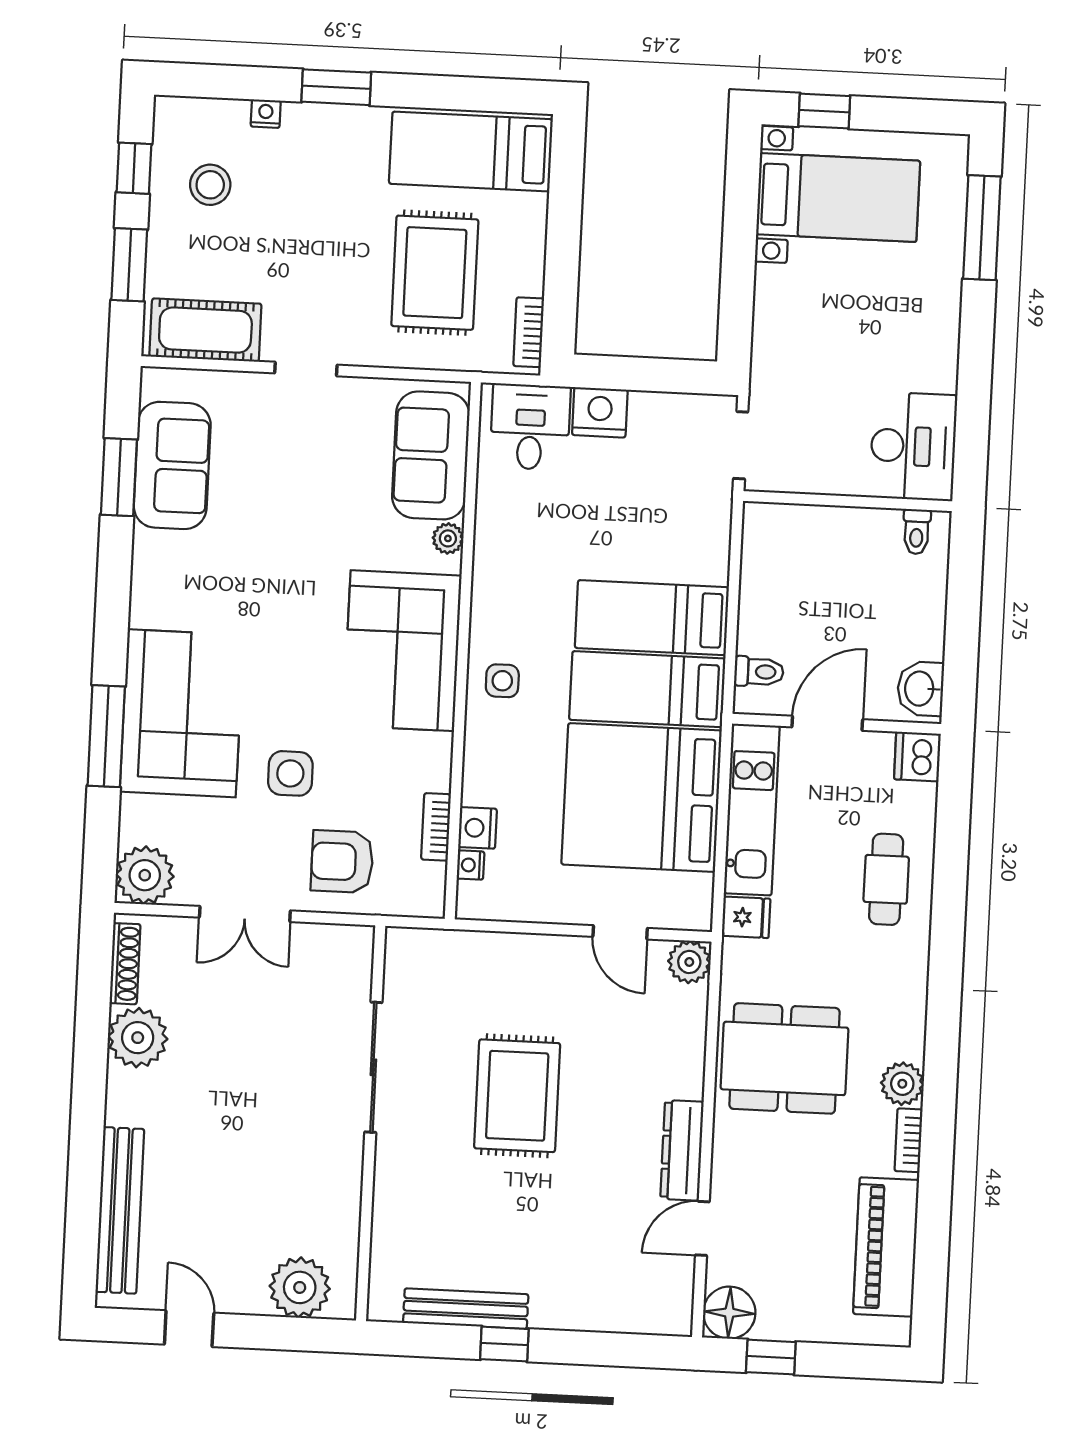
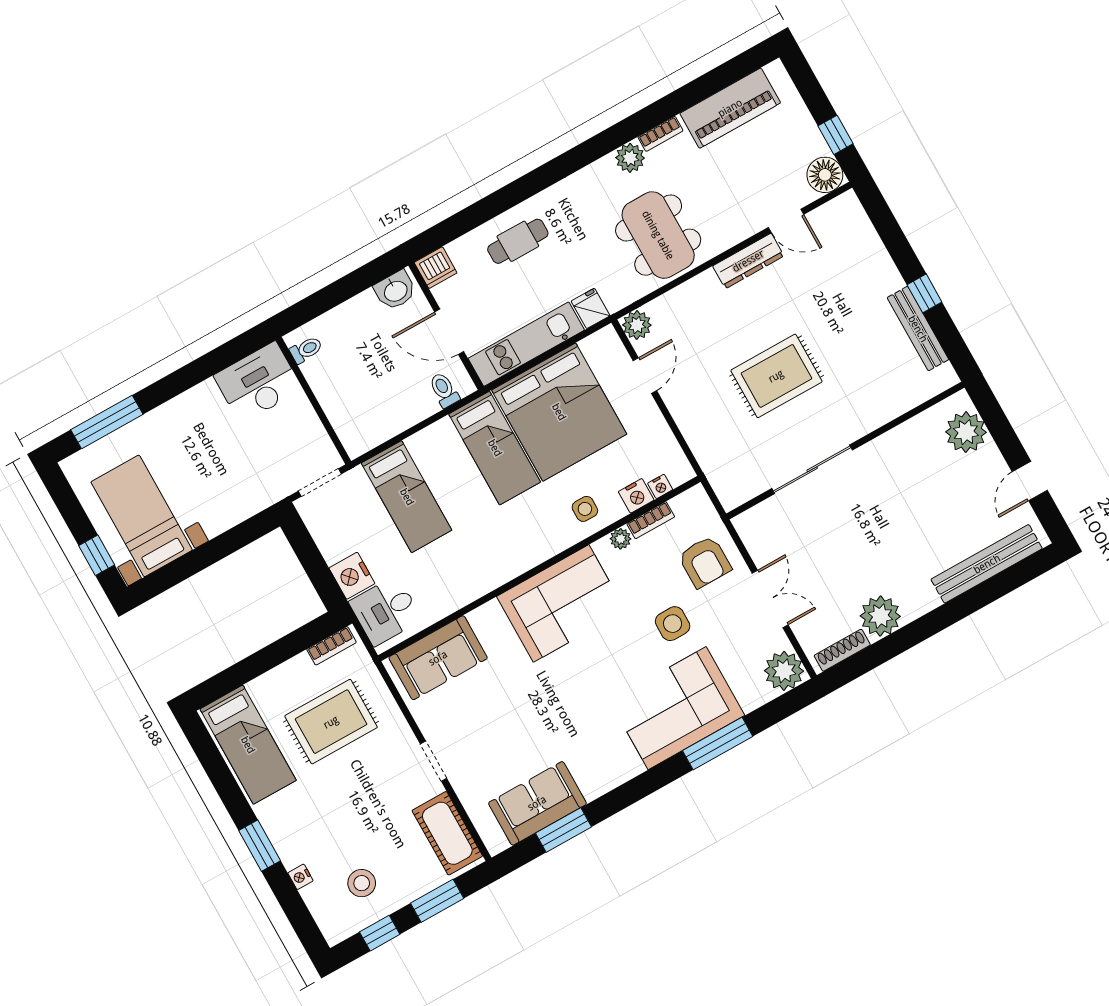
plant: (448, 538) -> (621, 539), moved
bed: (652, 618) -> (407, 497), moved
side table: (502, 681) -> (585, 509), moved

